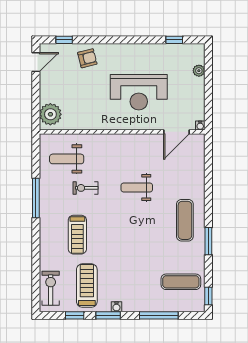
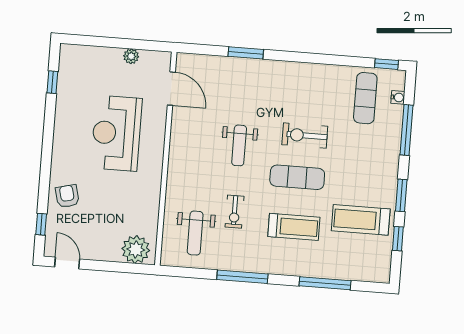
plant: (199, 71) -> (131, 56), moved
reception desk: (139, 92) -> (116, 133), turned 180
water cooler: (200, 126) -> (166, 57), removed
exercise mat: (185, 220) -> (297, 177), moved
window: (208, 241) -> (246, 53), moved
window: (36, 262) -> (325, 283), added
exercise bike: (51, 288) -> (305, 135), moved
water cooler: (116, 307) -> (398, 97), moved

